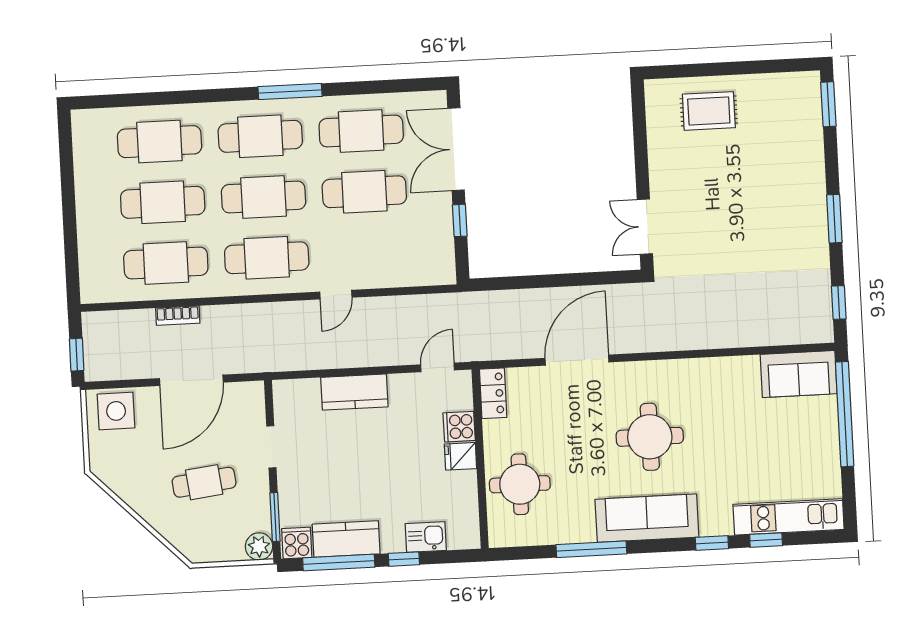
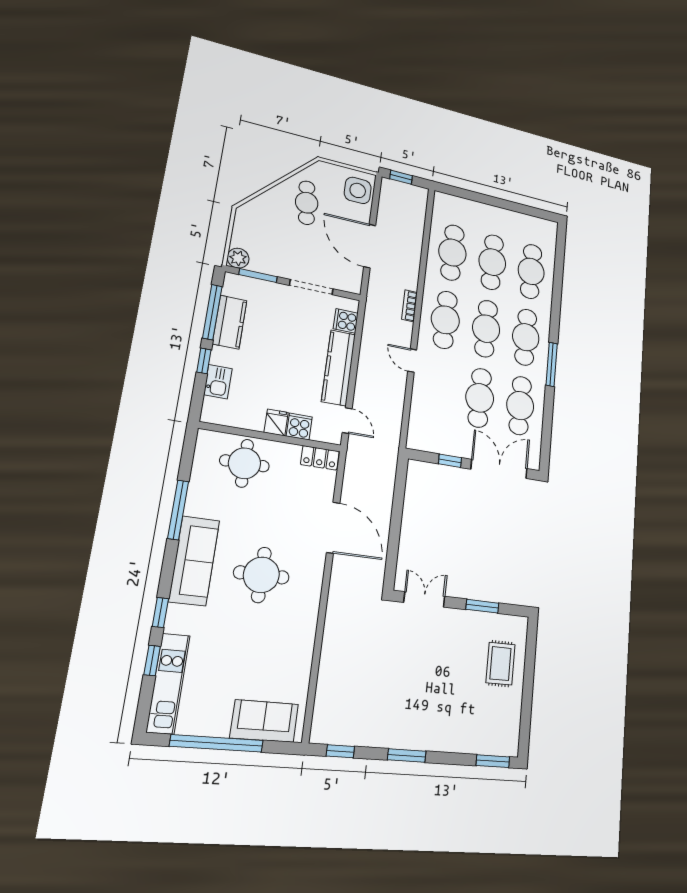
window: (641, 147) -> (482, 606), added
bookcase: (178, 316) -> (409, 306), moved
sofa: (799, 374) -> (264, 721), moved, turned 90
kitchen counter: (354, 392) -> (338, 368), width x1.50
window: (845, 414) -> (217, 743), moved
doorway: (271, 447) -> (311, 287), width x1.38
cafe table: (204, 482) -> (307, 203), moved
cooker: (297, 543) -> (346, 321), moved, turned 180

